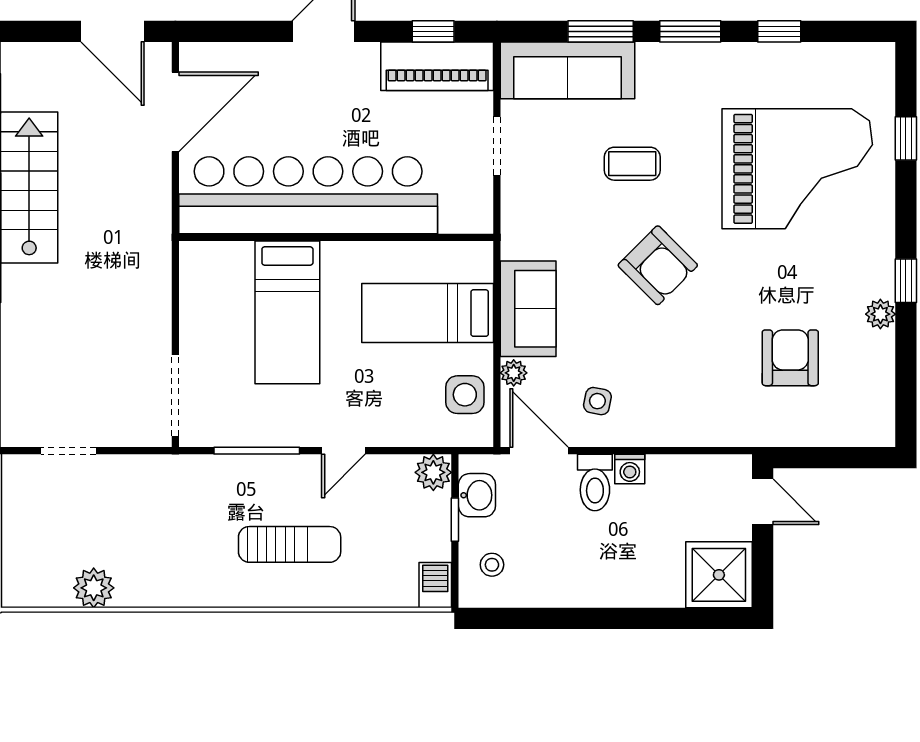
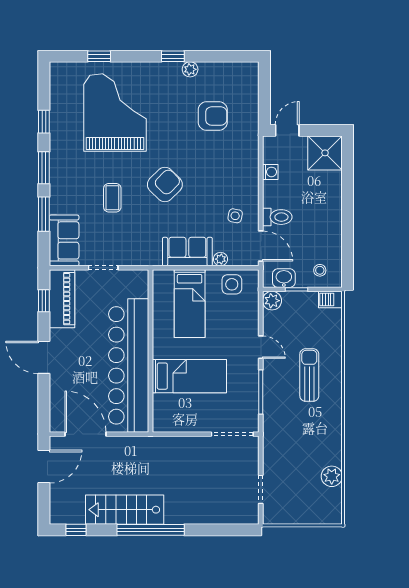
sofa: (567, 70) -> (64, 240), width x0.73
armchair: (790, 358) -> (213, 116), turned 180
door: (539, 451) -> (261, 246), swing flipped
washing machine: (630, 469) -> (270, 172), moved

